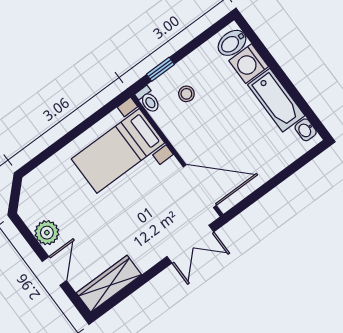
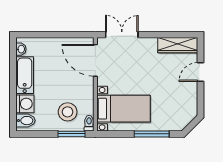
window: (160, 69) -> (71, 134), width x1.50
stool: (186, 94) -> (68, 112), width x1.89, depth x1.89
window: (58, 145) -> (152, 134), added
plant: (47, 233) -> (190, 94), removed

